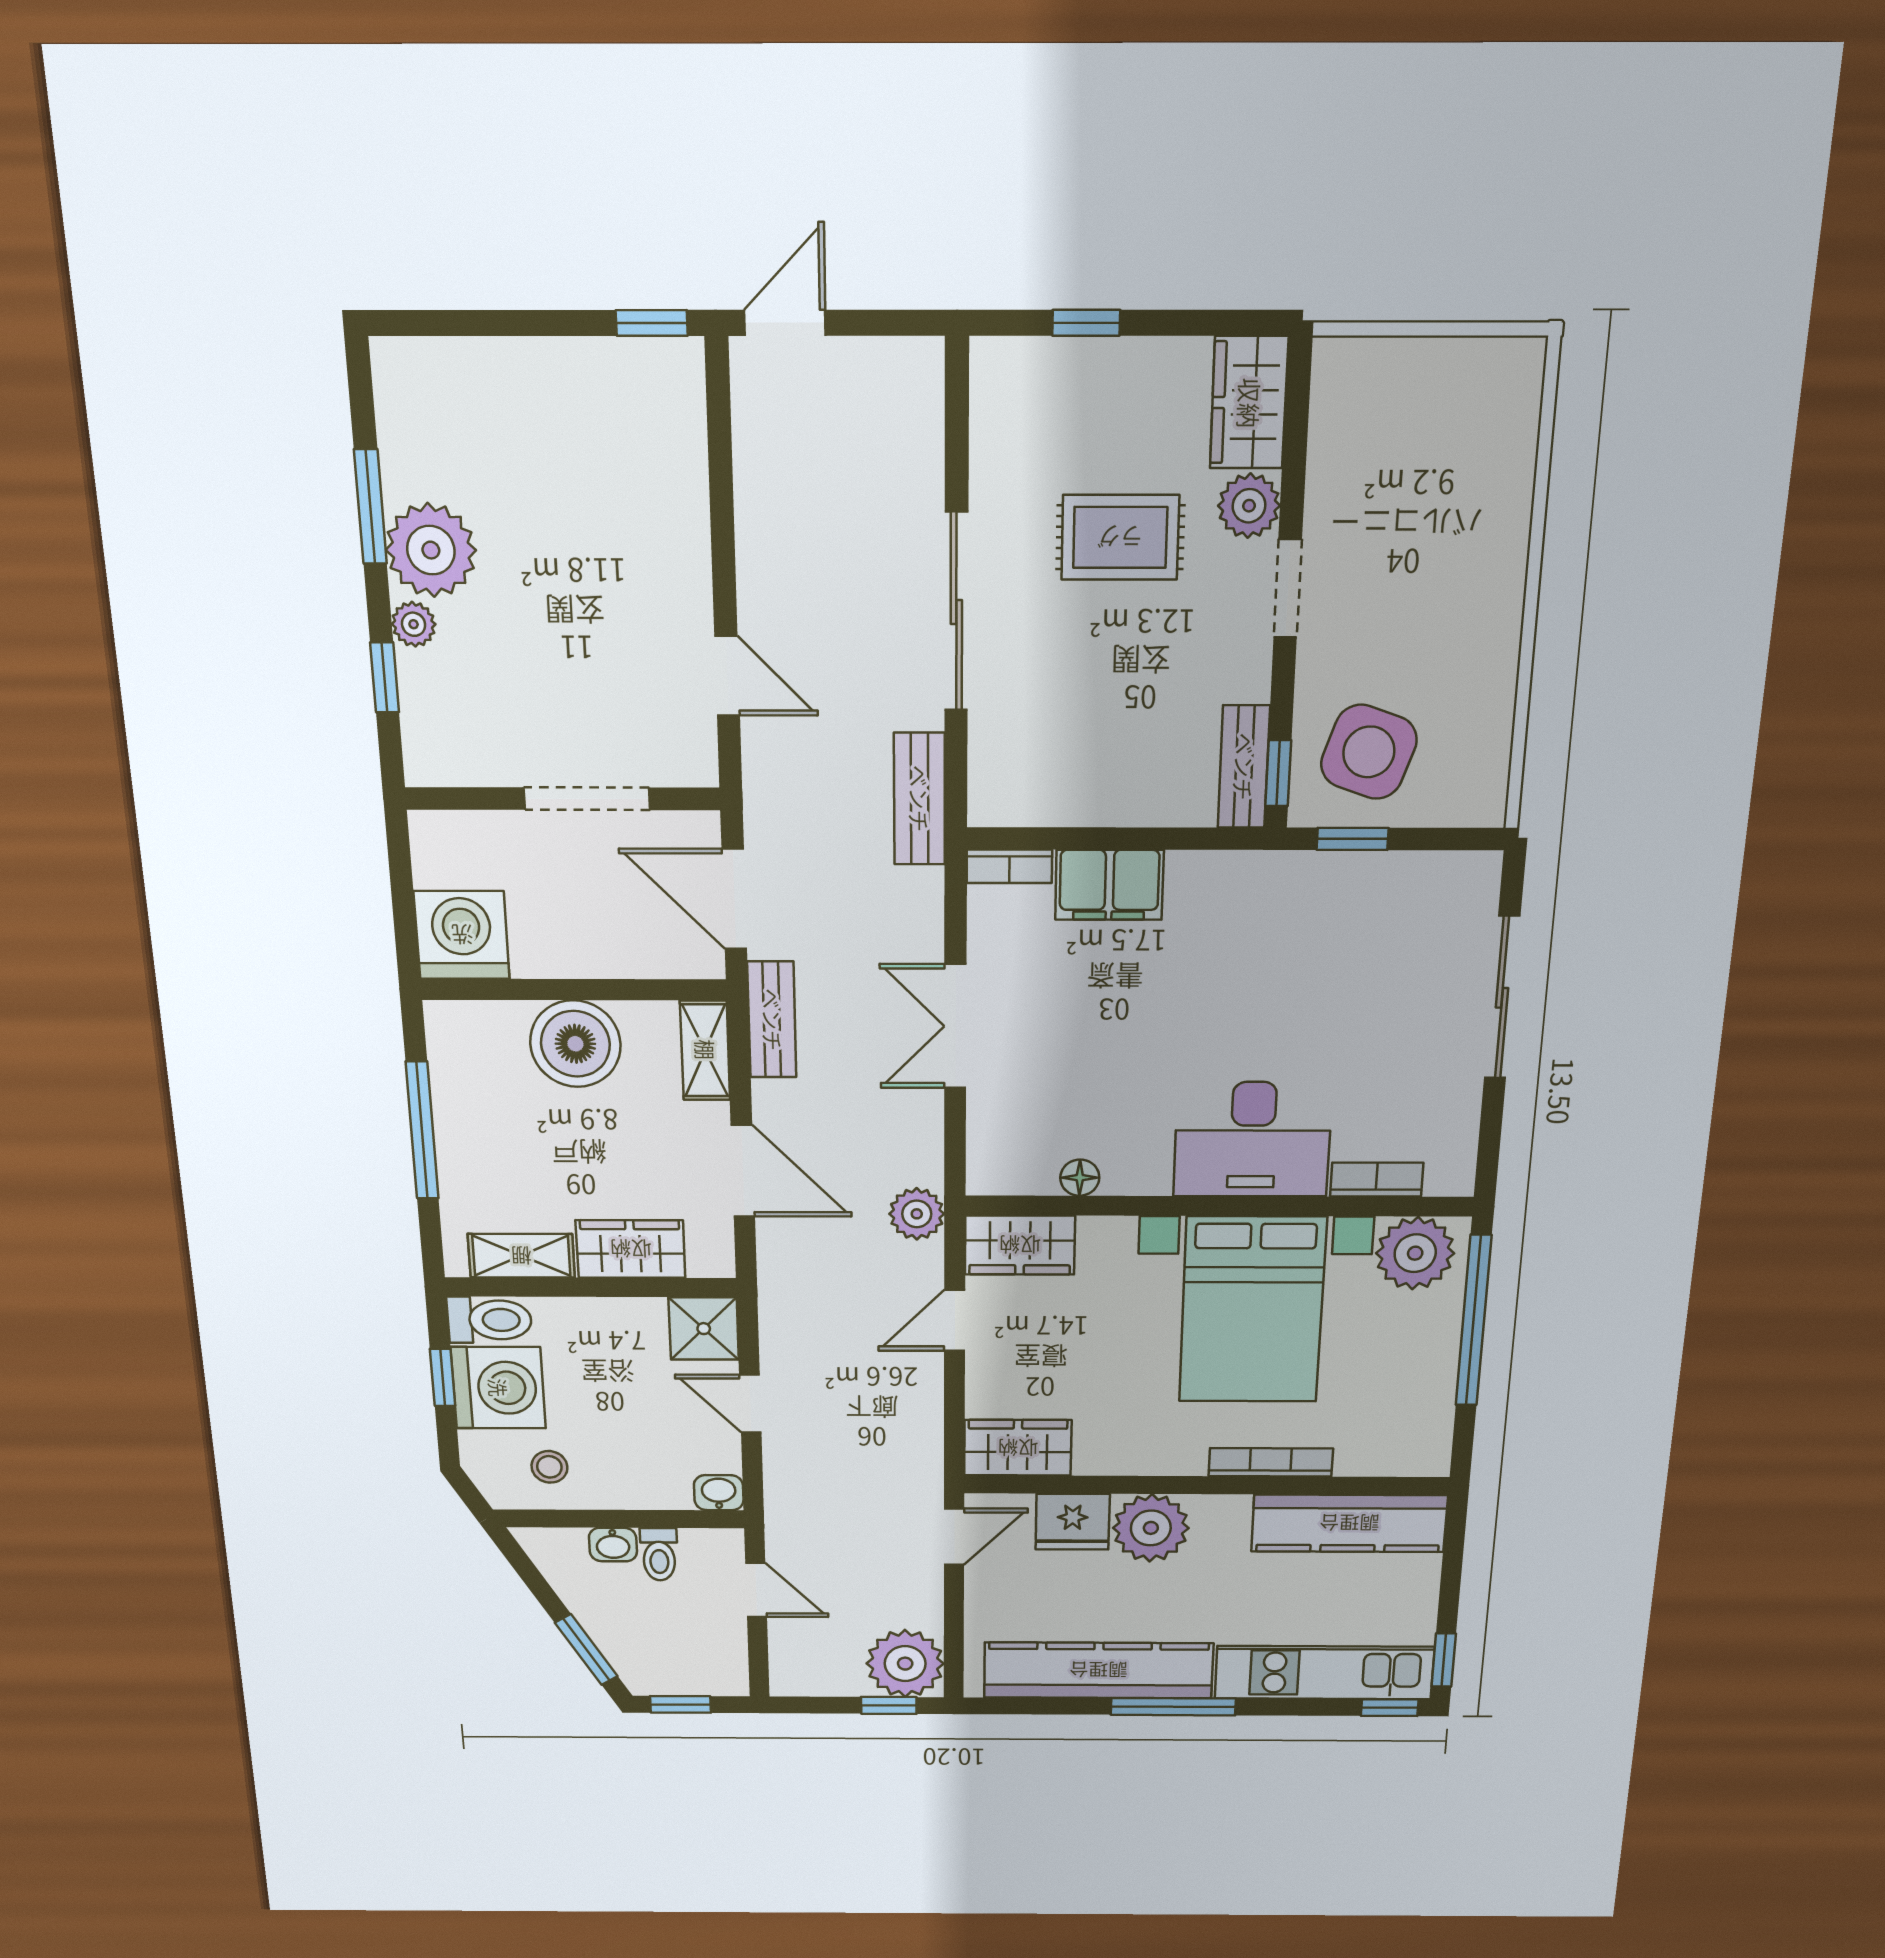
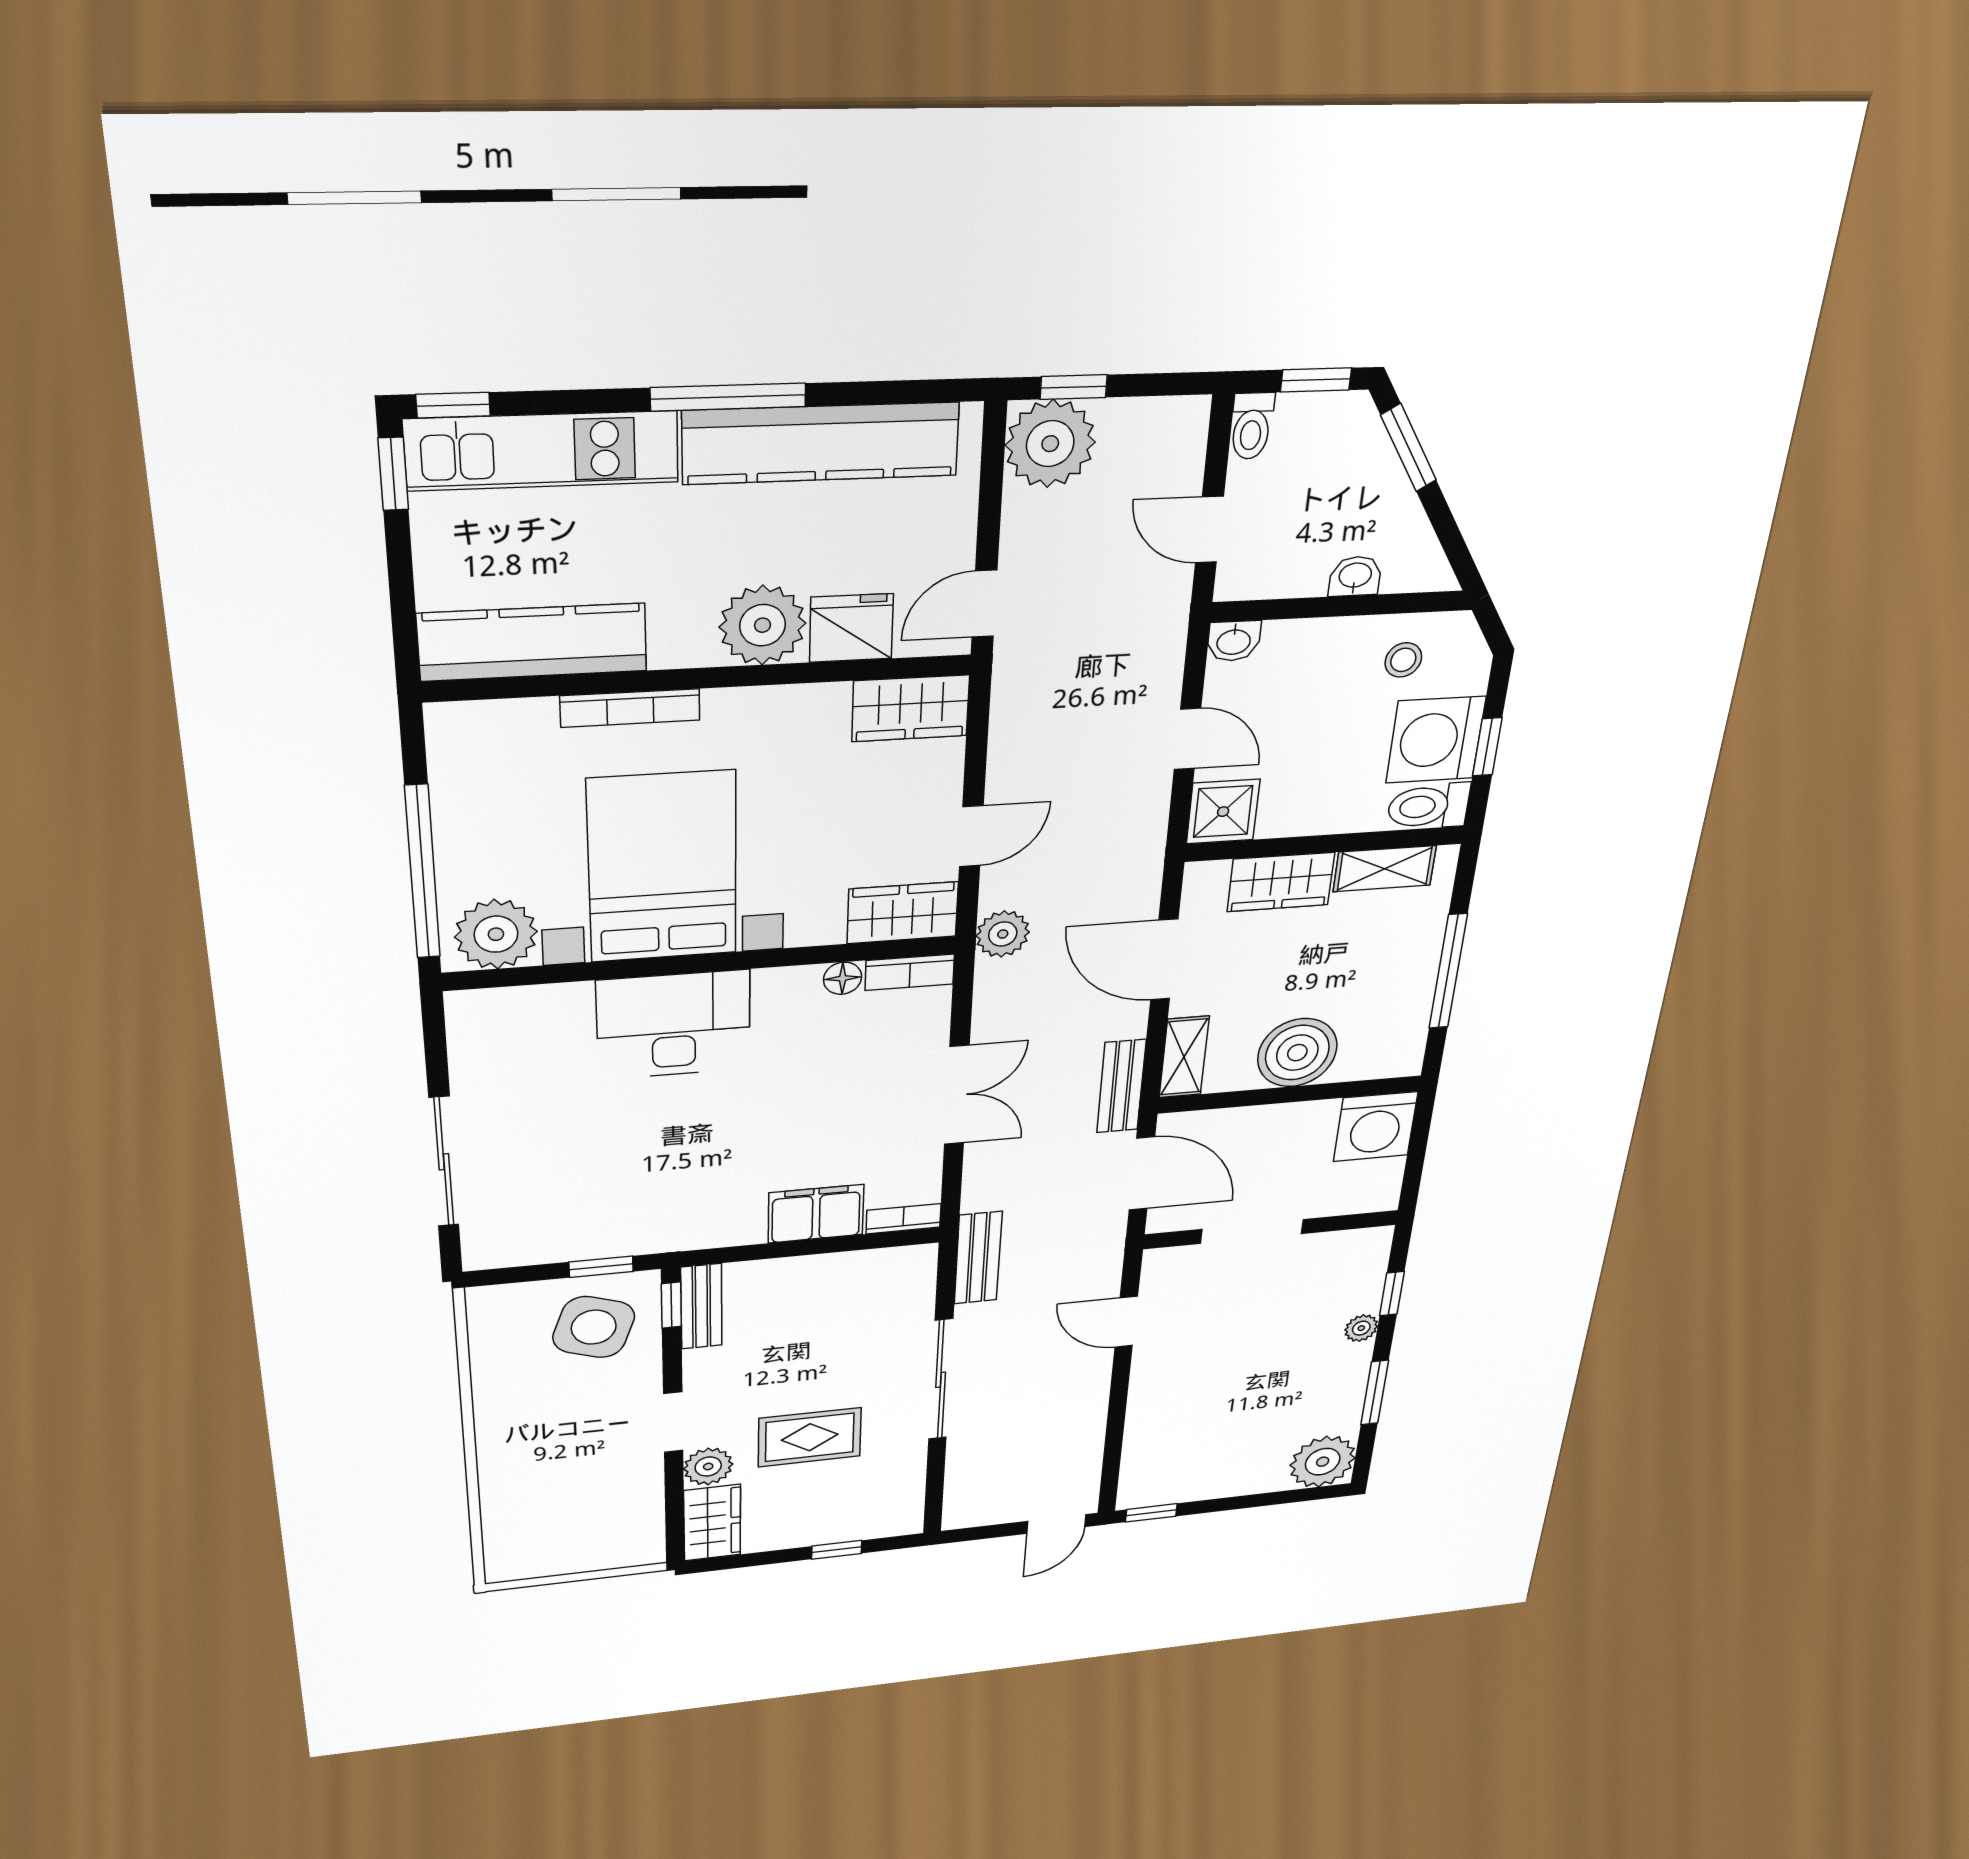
plant: (431, 550) -> (1323, 1462), moved
bookcase: (1377, 1180) -> (910, 972), moved
toilet: (659, 1554) -> (1252, 426), moved, turned 180

